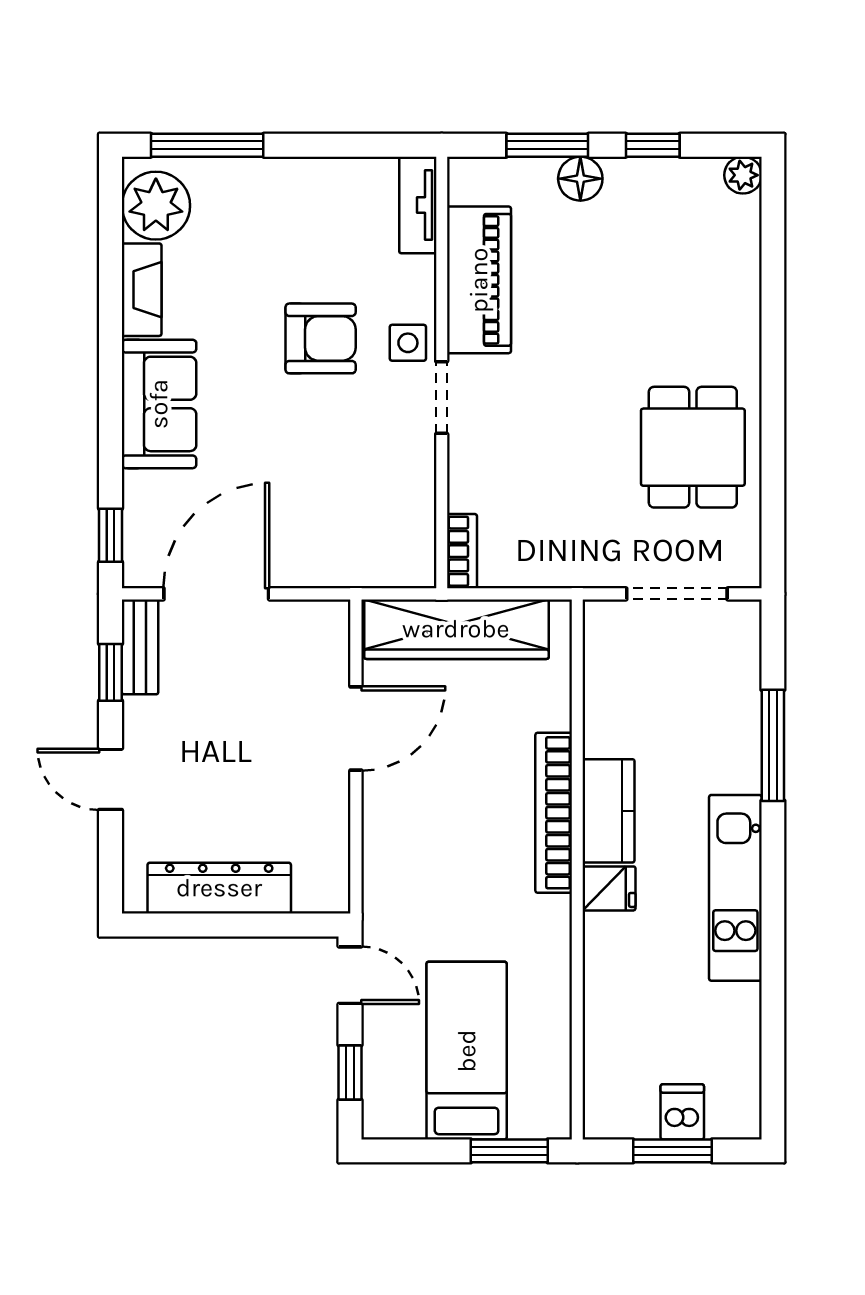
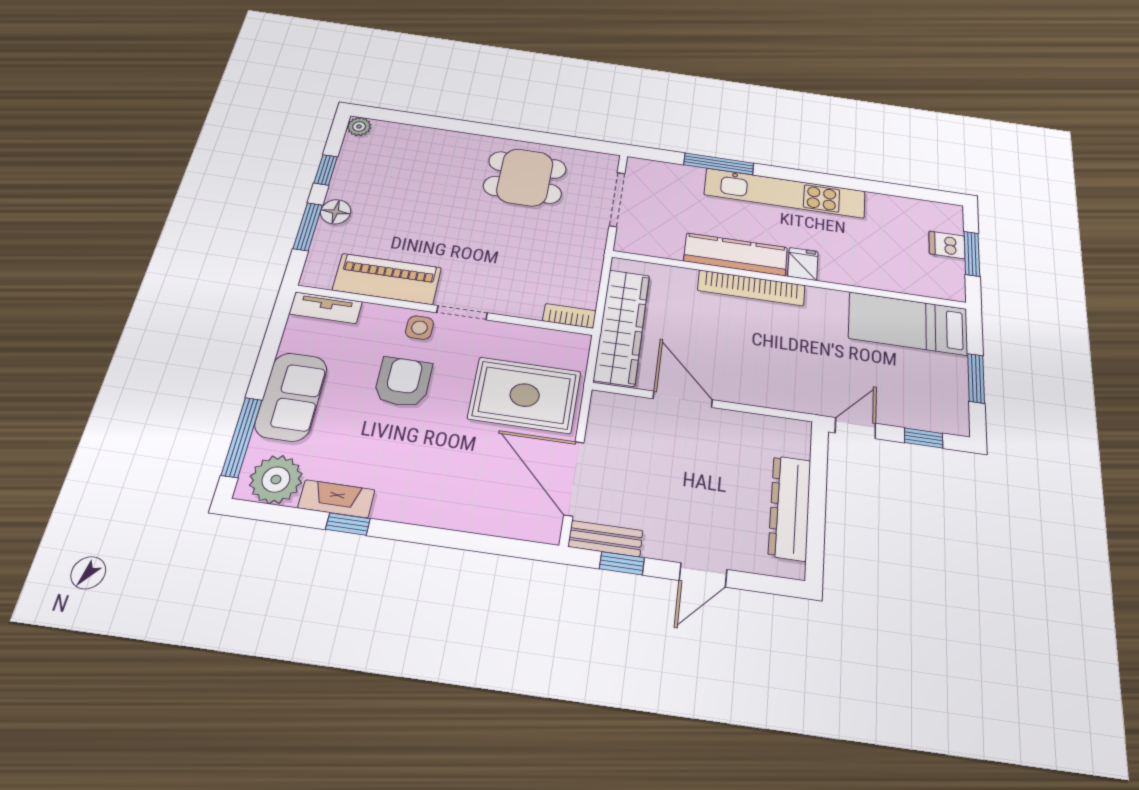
sofa: (159, 404) -> (291, 397), moved, turned 90
rug: (327, 508) -> (525, 395), added
window: (111, 535) -> (348, 524), moved
kitchen counter: (609, 811) -> (736, 254), width x1.50
kitchen unit: (735, 888) -> (785, 193), width x1.36
bed: (467, 1051) -> (908, 323), moved
window: (509, 1151) -> (976, 378), moved

